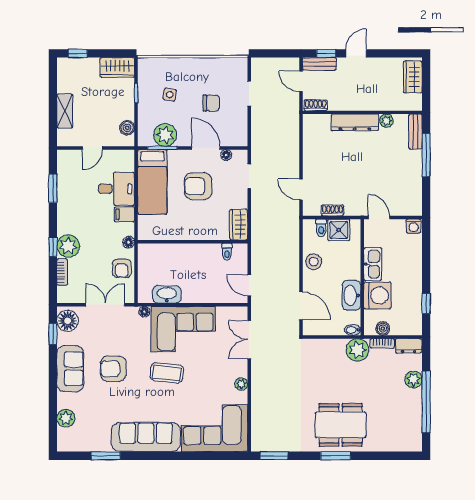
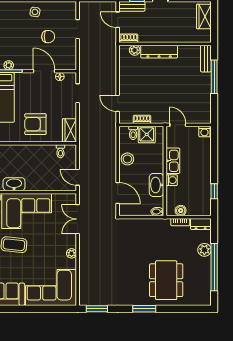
side table: (170, 95) -> (35, 12), moved
plant: (386, 121) -> (135, 50), moved
plant: (165, 135) -> (9, 65), width x0.53, depth x0.53
armchair: (198, 186) -> (35, 124), moved
washing machine: (377, 295) -> (172, 180), width x0.53, depth x0.53
plant: (357, 350) -> (161, 227), removed
dining table: (341, 425) -> (166, 280), moved, turned 90

